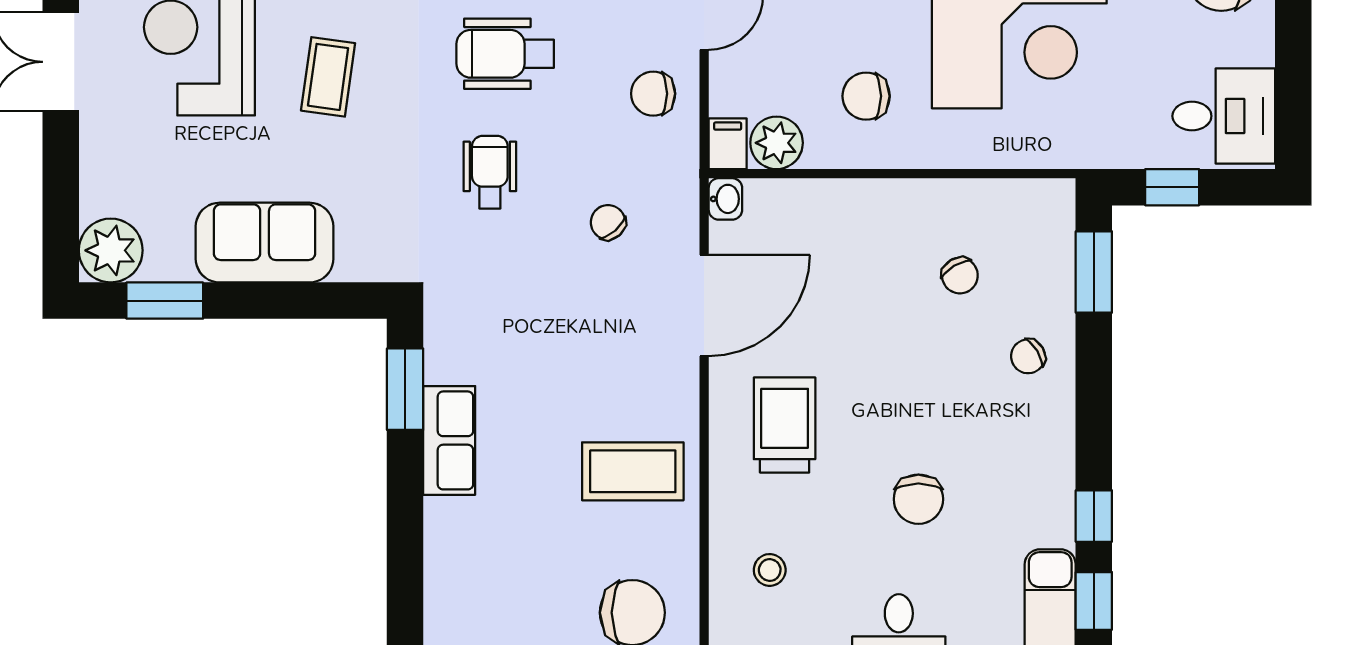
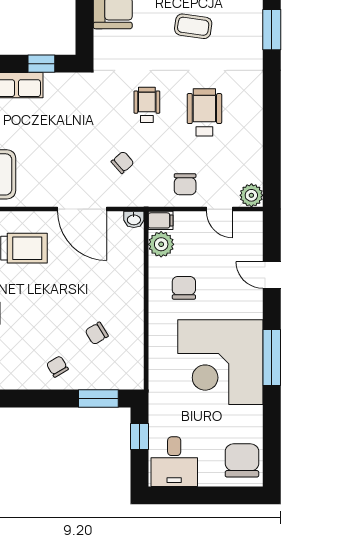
chair: (653, 94) -> (185, 184), turned 180
wheelchair: (490, 172) -> (147, 105), turned -90
window: (405, 389) -> (41, 64), width x0.67

